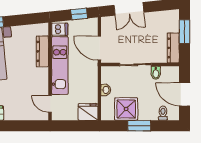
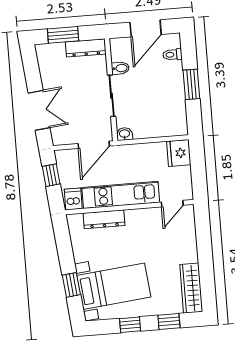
washbasin: (106, 90) -> (125, 134), moved
shower: (126, 109) -> (171, 103), removed

